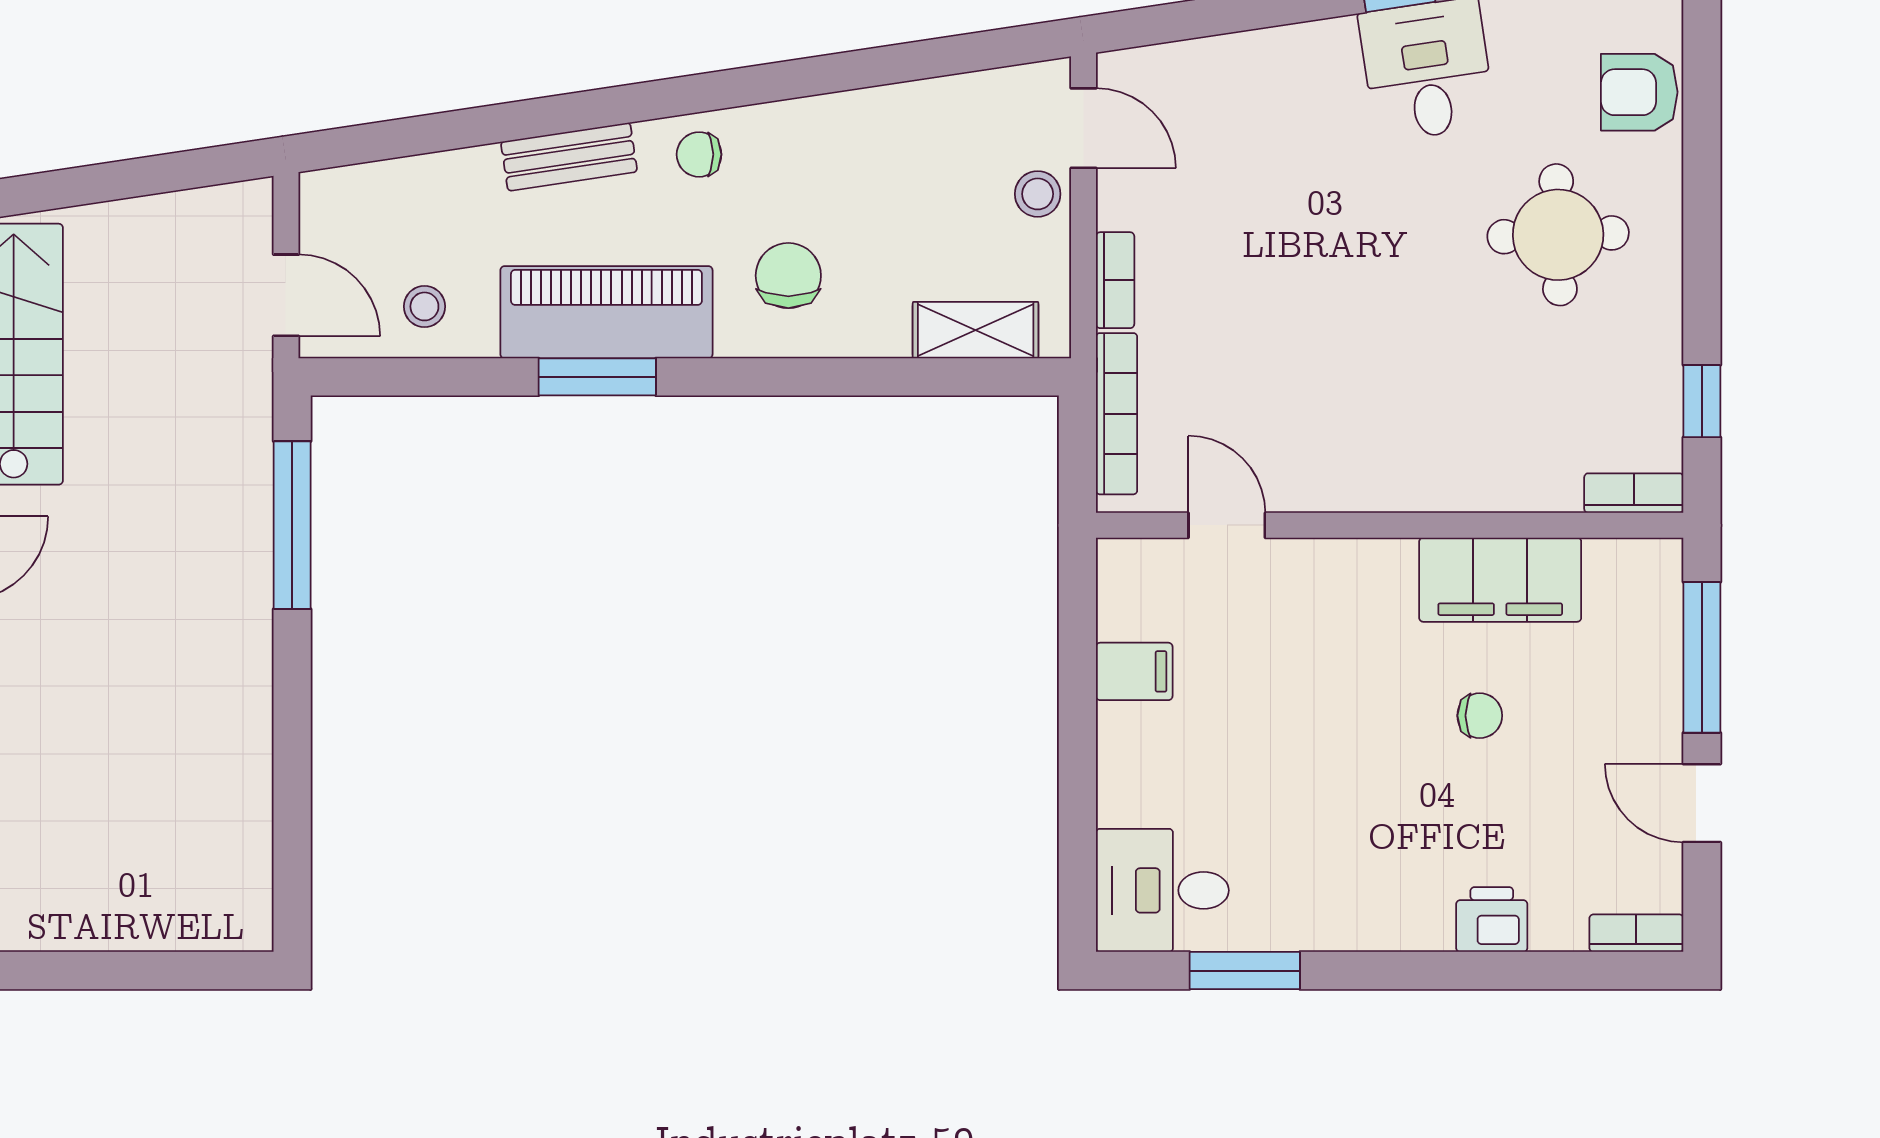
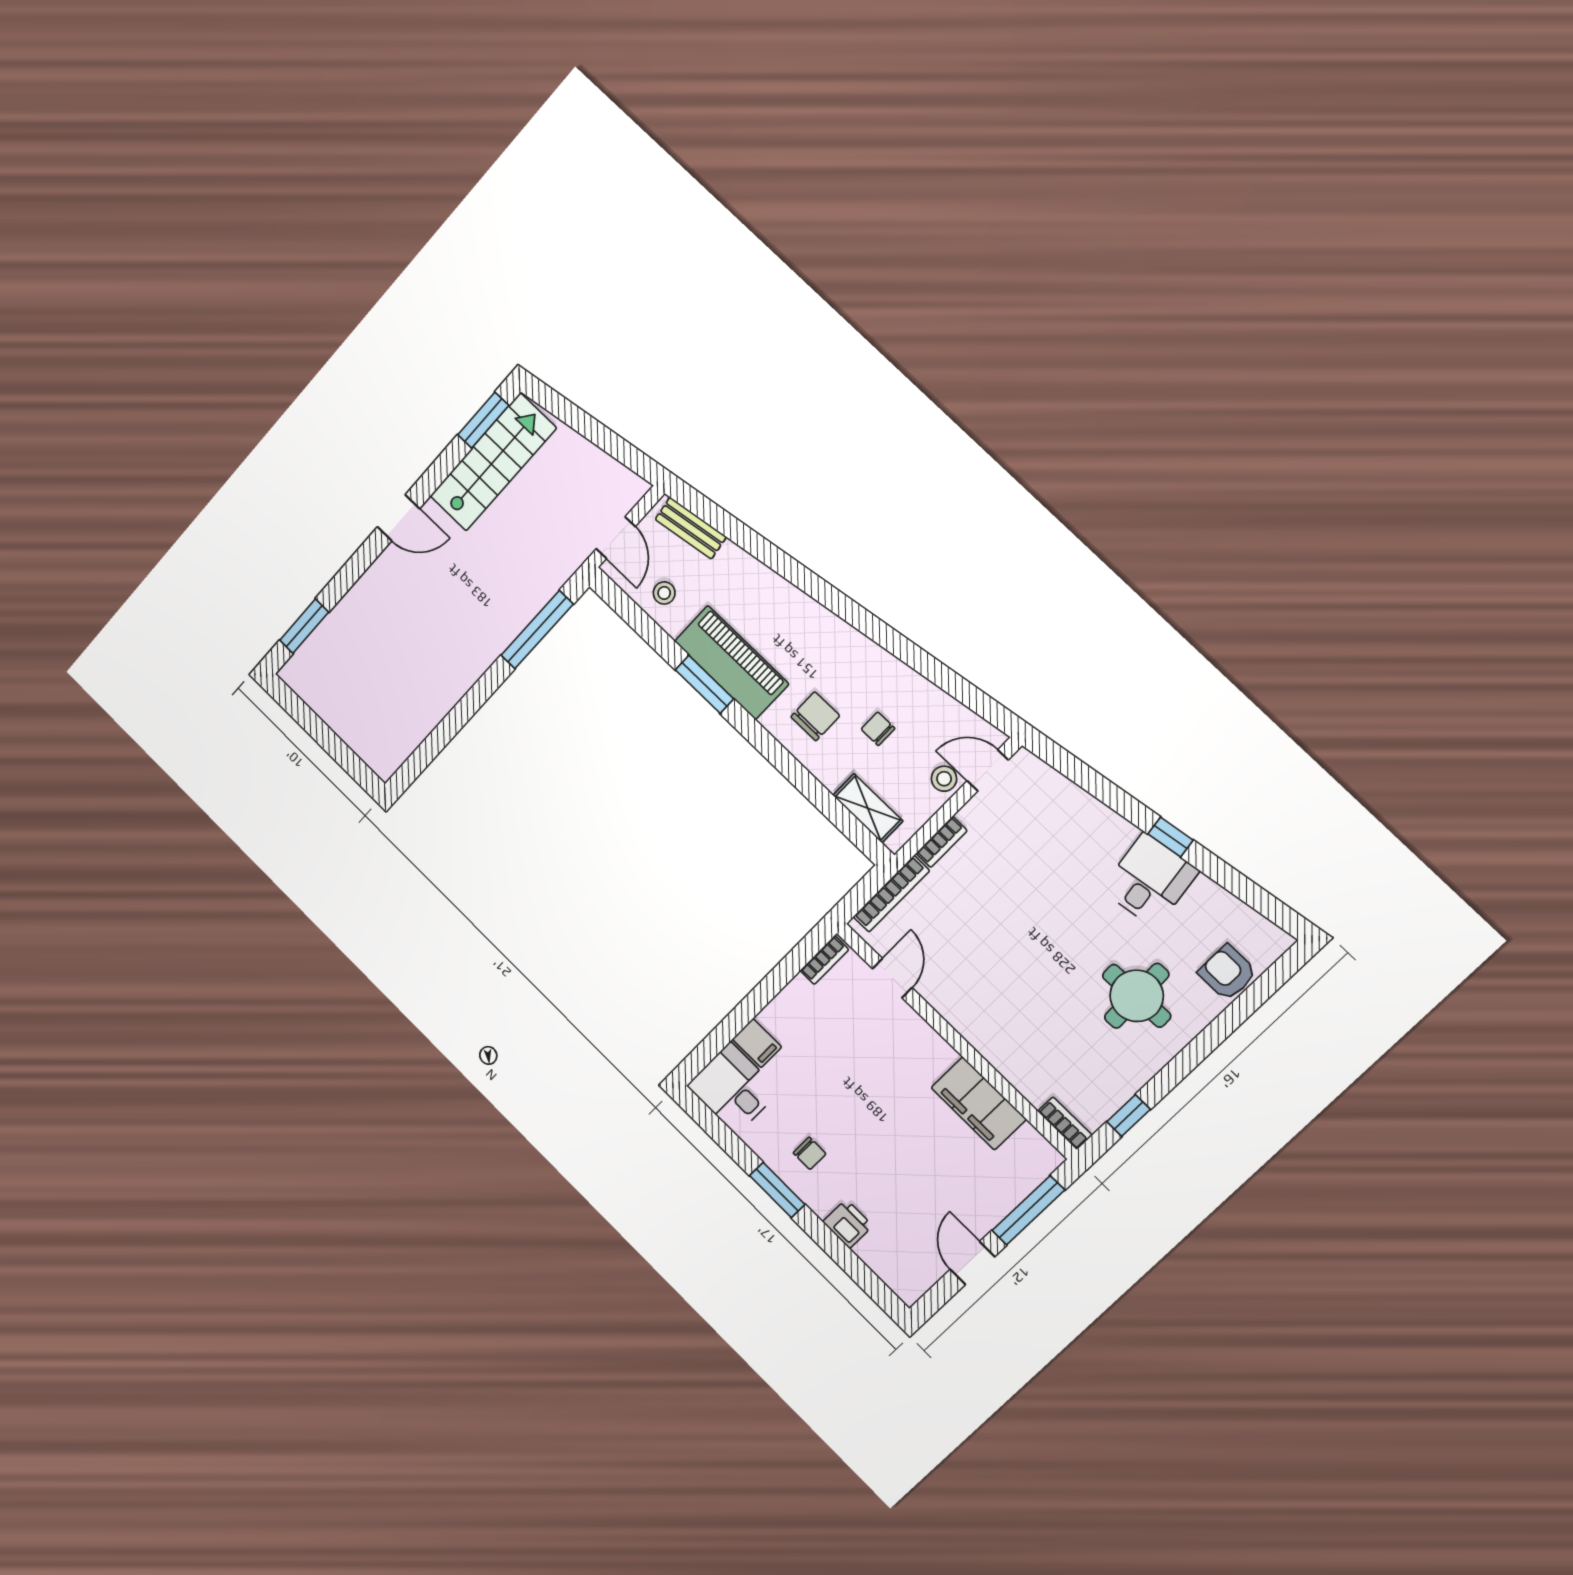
door: (1084, 128) -> (988, 770), swing flipped
chair: (699, 154) -> (878, 729), moved
bench: (569, 157) -> (691, 528), moved
filing cabinet: (1134, 671) -> (757, 1043), moved
chair: (1480, 716) -> (810, 1153), moved
bookcase: (1636, 933) -> (824, 960), moved, turned 90
window: (1245, 971) -> (777, 1190), moved

